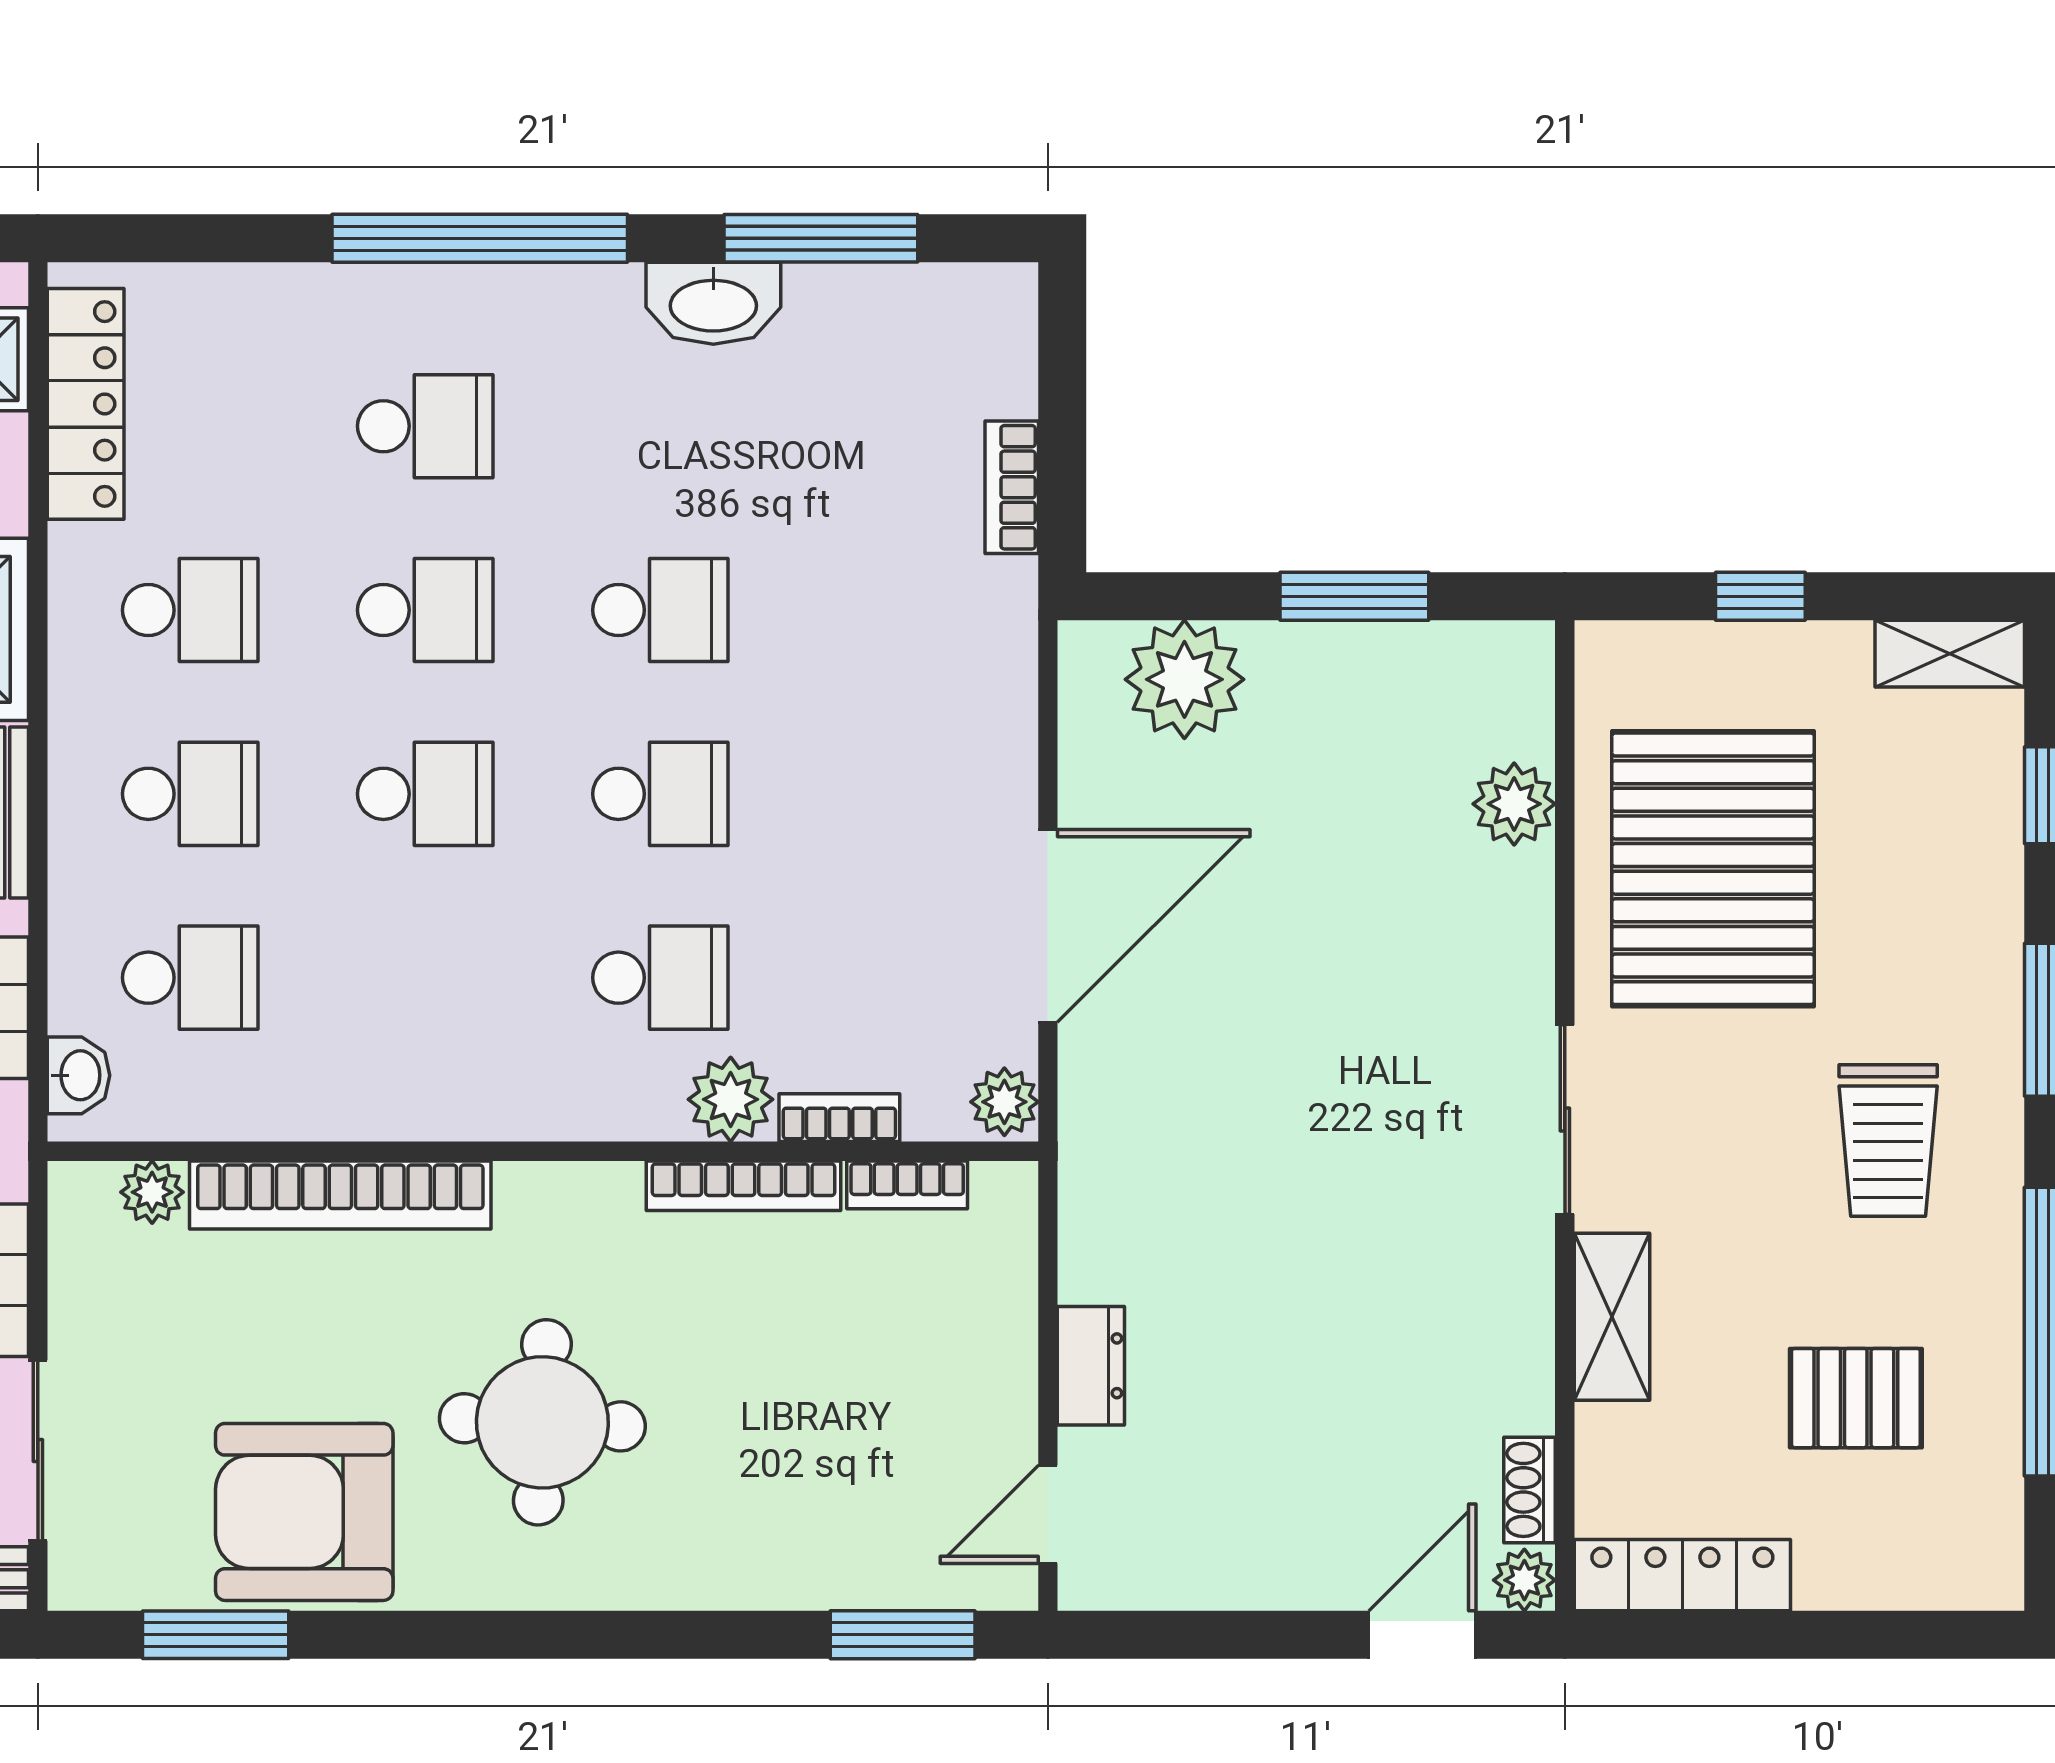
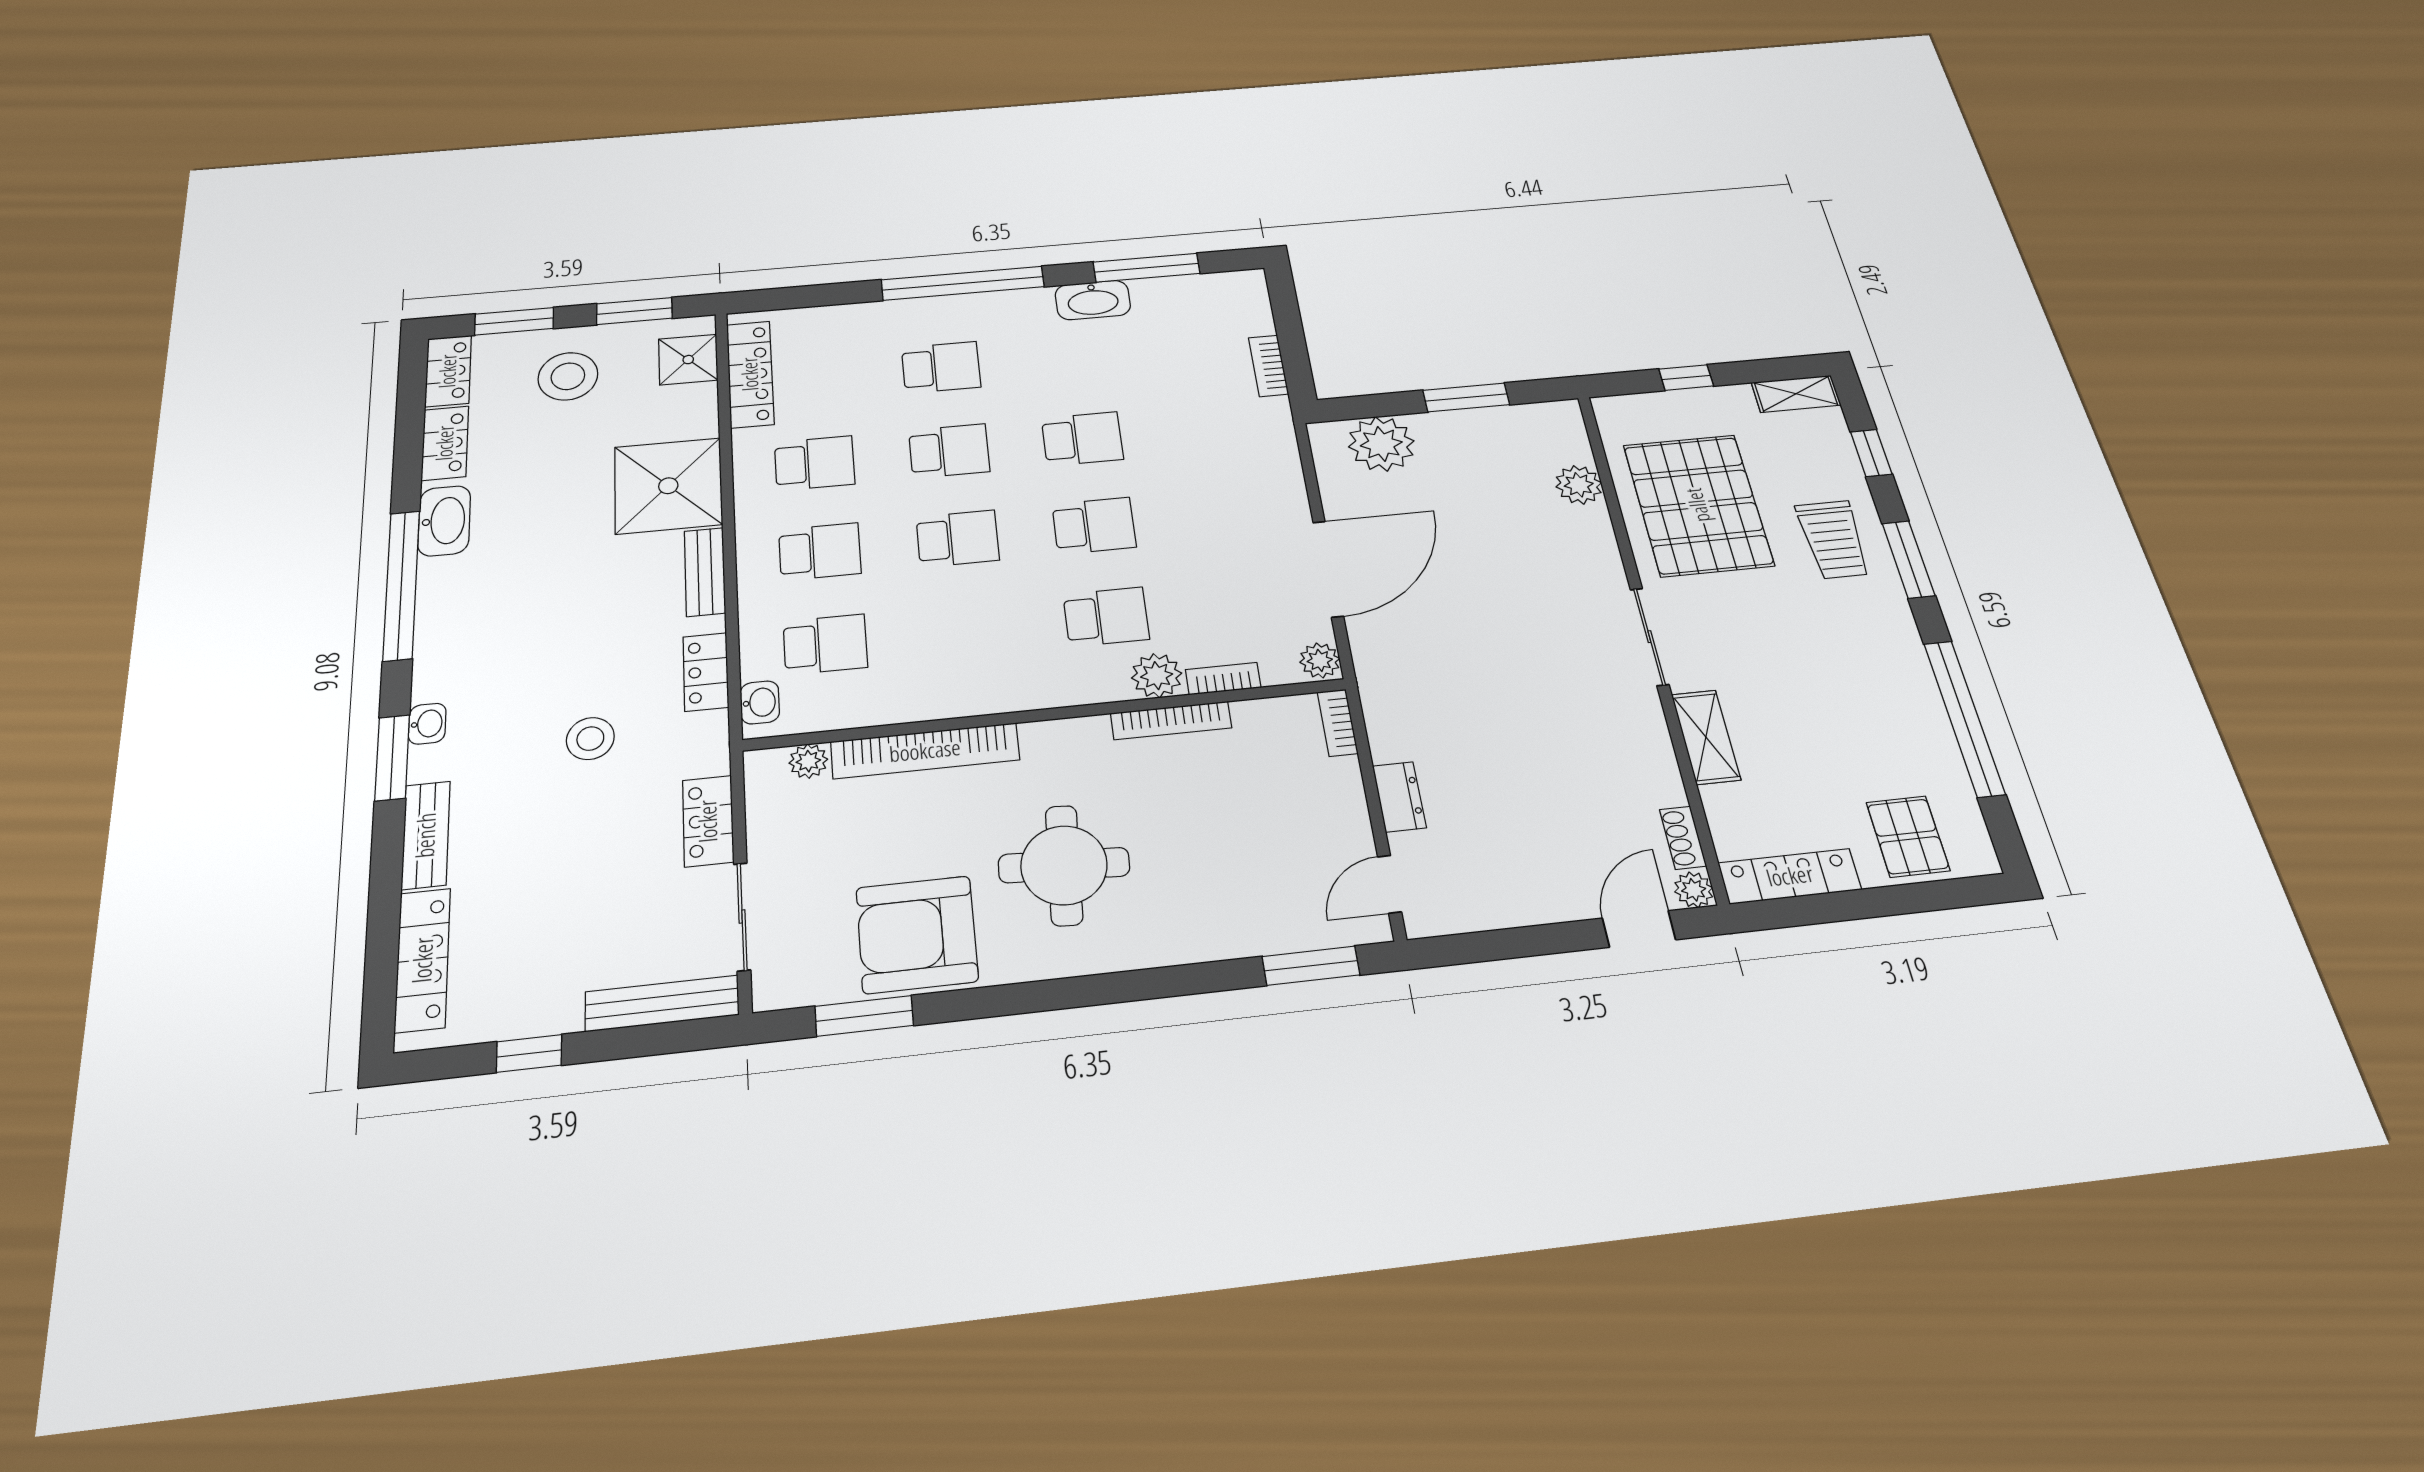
trolley: (1888, 1141) -> (1833, 540), moved
bookcase: (907, 1185) -> (1337, 723), moved, turned 90
pallet: (1856, 1398) -> (1908, 836), moved, turned 90

